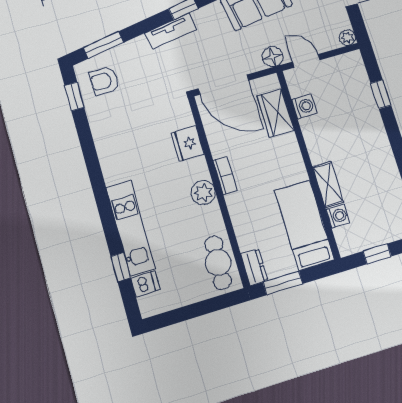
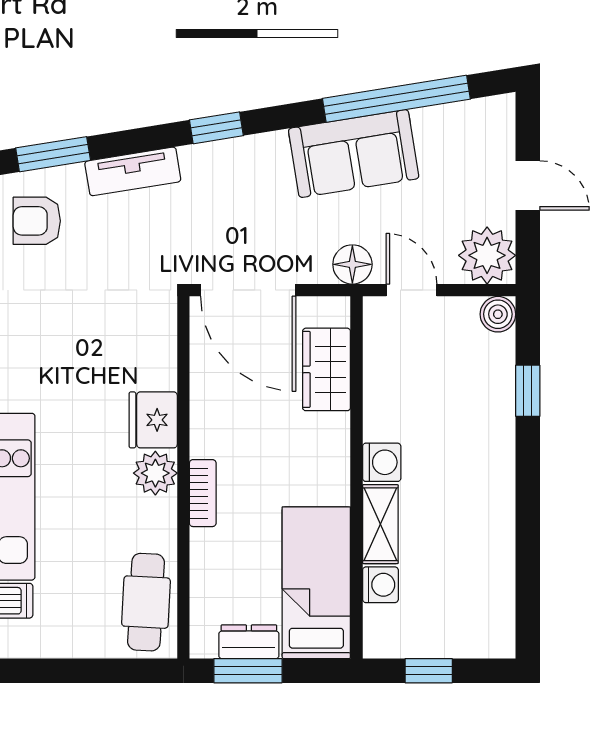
tv unit: (171, 31) -> (133, 171), moved
plant: (347, 38) -> (487, 255), width x1.88, depth x1.88
boiler: (353, 60) -> (498, 314), added
washing machine: (304, 106) -> (382, 462), moved
fridge: (188, 143) -> (153, 420), moved
bookcase: (225, 175) -> (203, 493), moved
dresser: (254, 267) -> (249, 642), moved, turned -90

